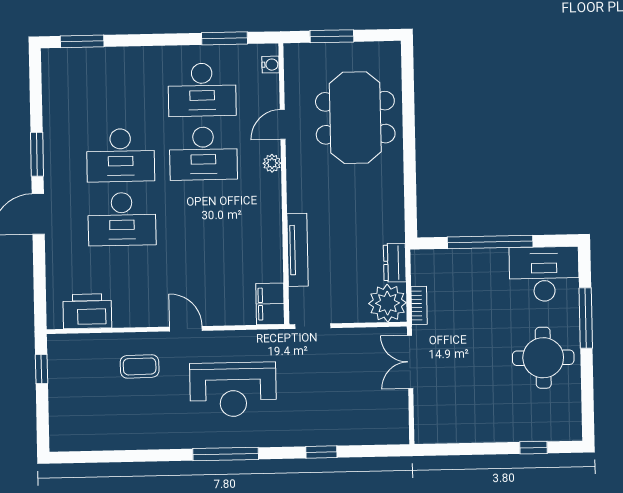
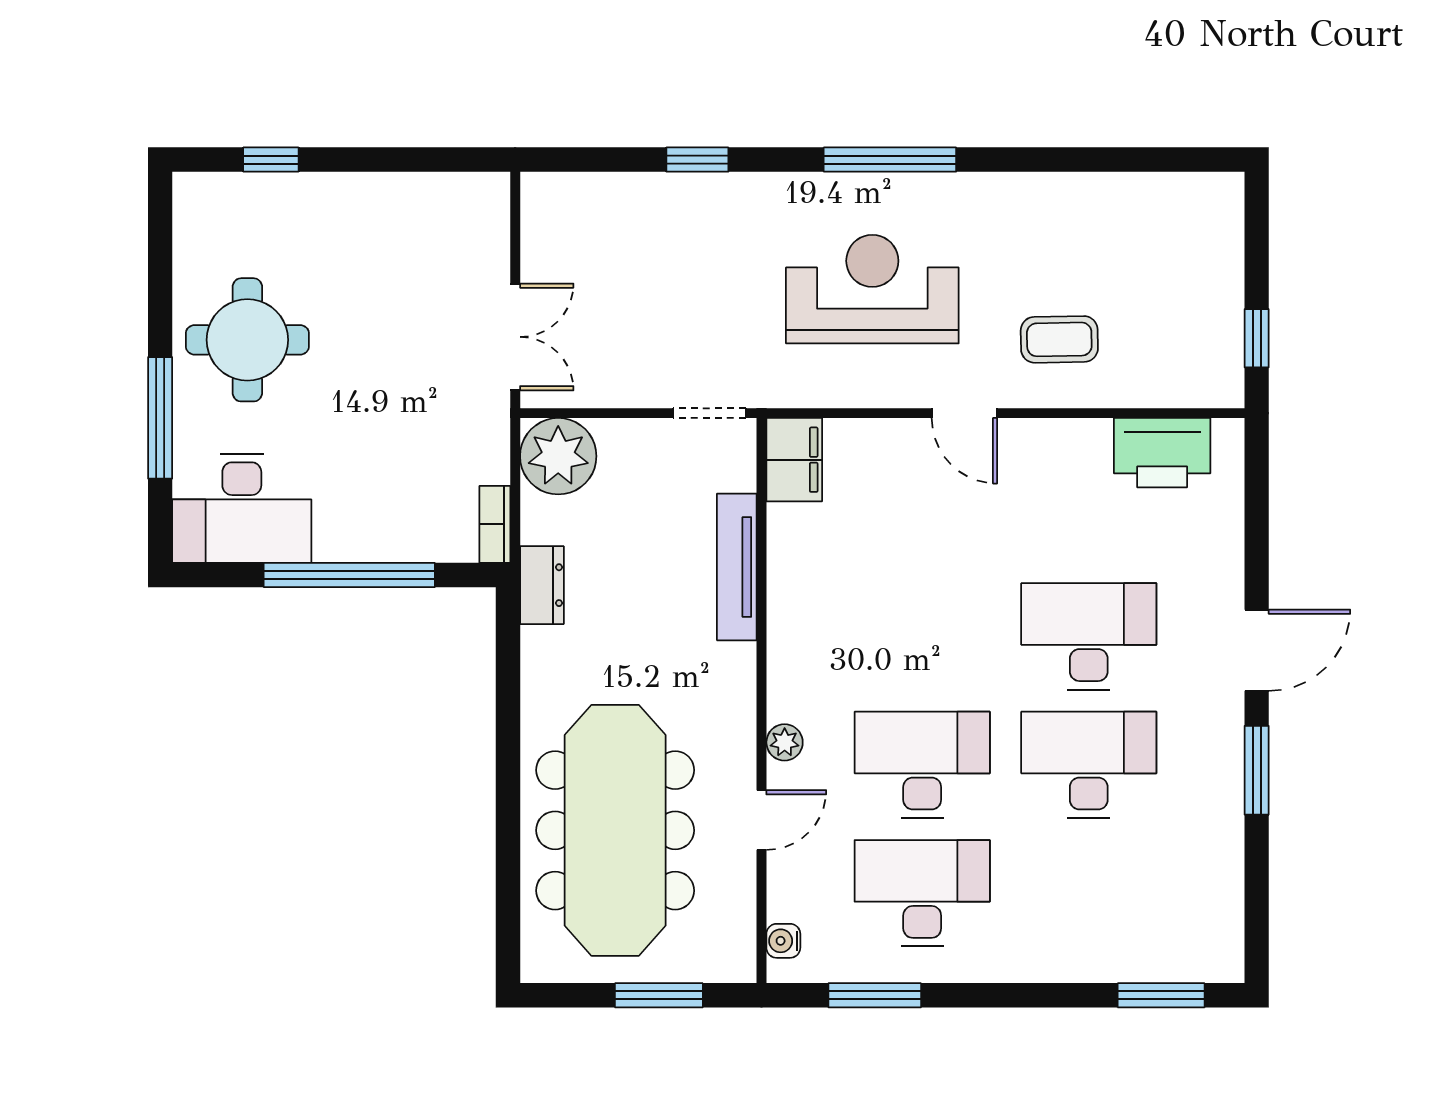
meeting table: (355, 118) -> (615, 830), width x1.36
dresser: (395, 263) -> (542, 585), moved
bookcase: (419, 305) -> (495, 524), moved

